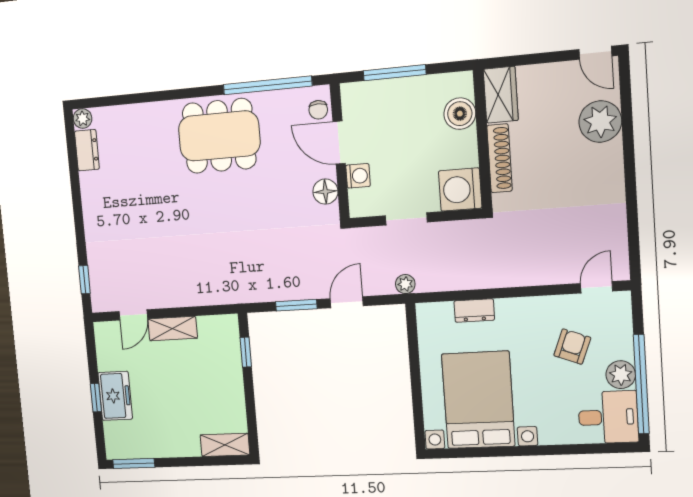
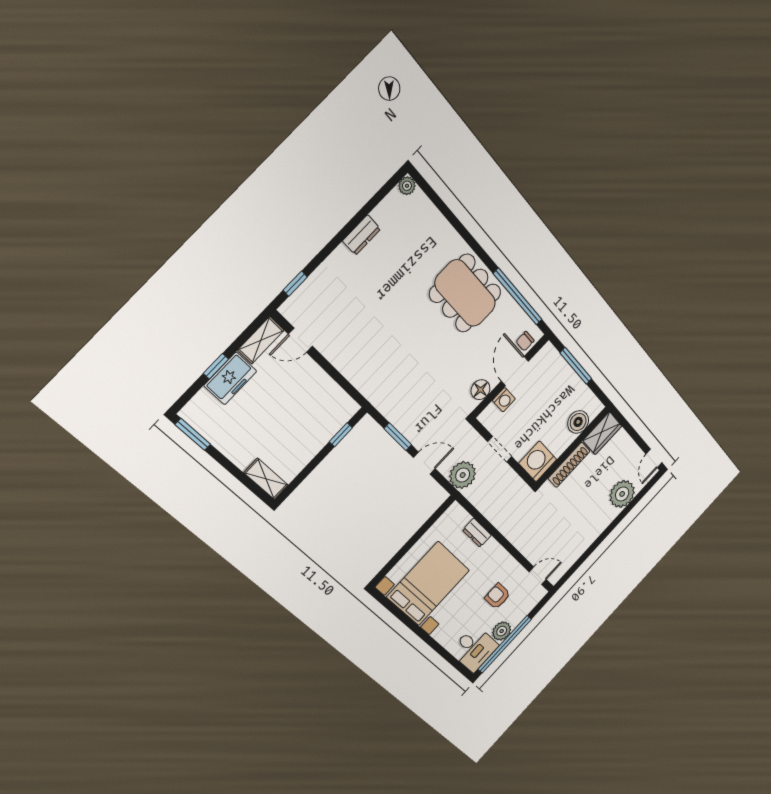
dresser: (87, 150) -> (362, 235), moved
plant: (405, 284) -> (463, 475), width x1.88, depth x1.88
shelving: (173, 329) -> (261, 340), moved, turned 90
armchair: (572, 347) -> (497, 596), turned -111

